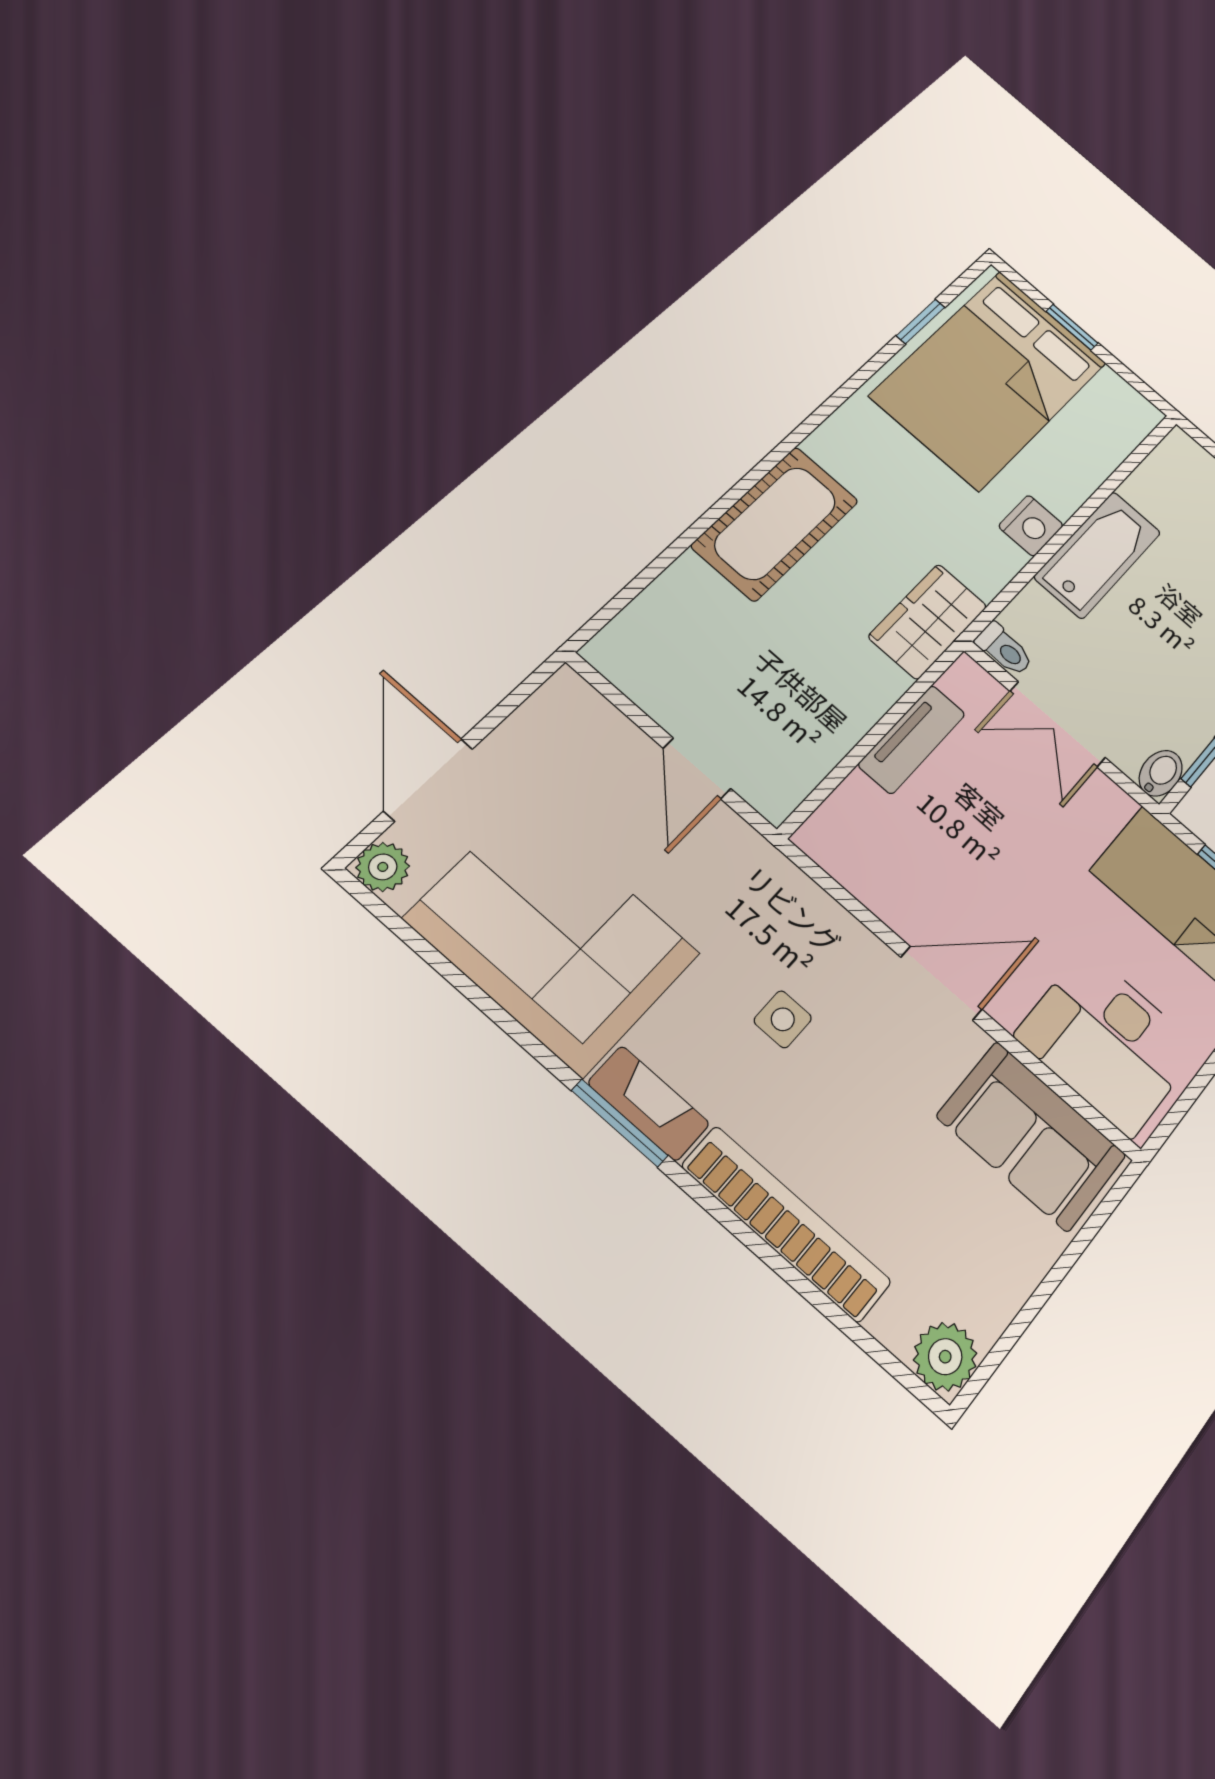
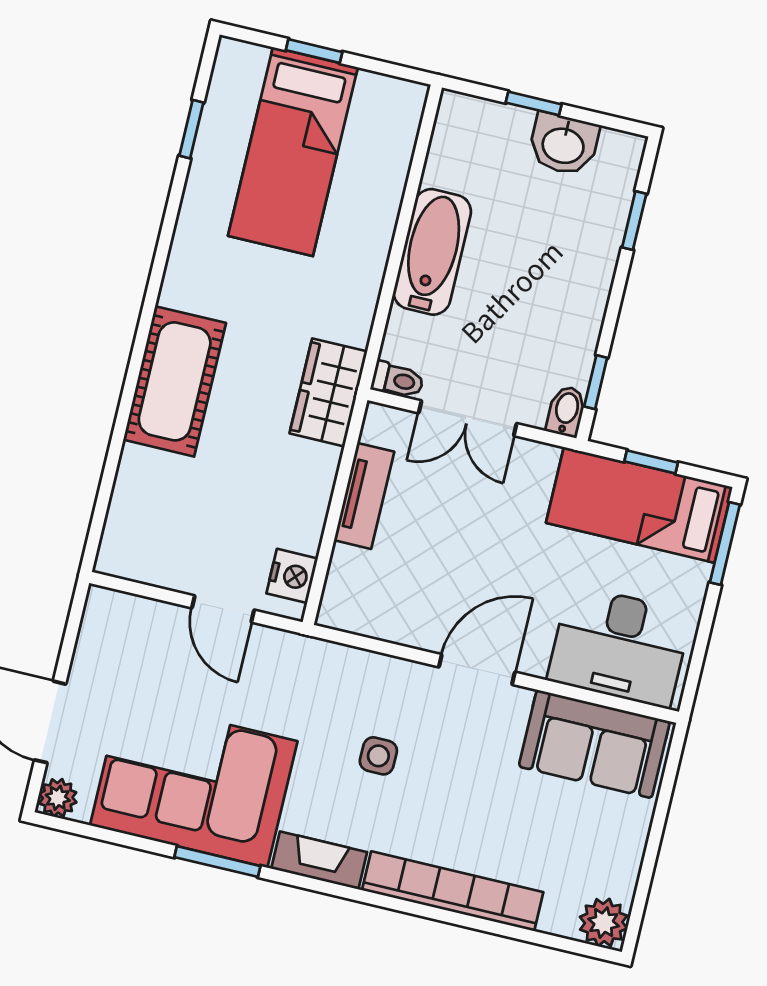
bed: (990, 379) -> (293, 152), width x0.67
nightstand: (1031, 526) -> (292, 576), moved
window: (620, 1123) -> (217, 862), moved

